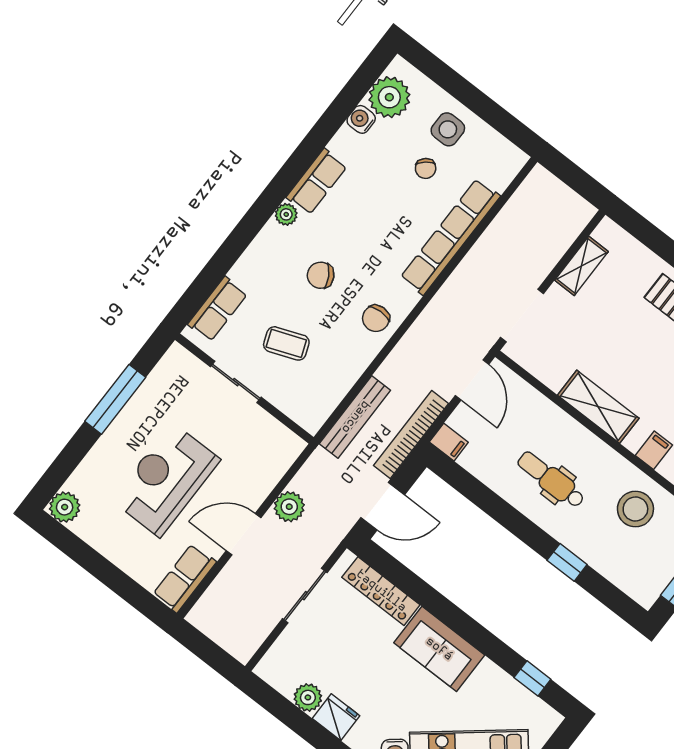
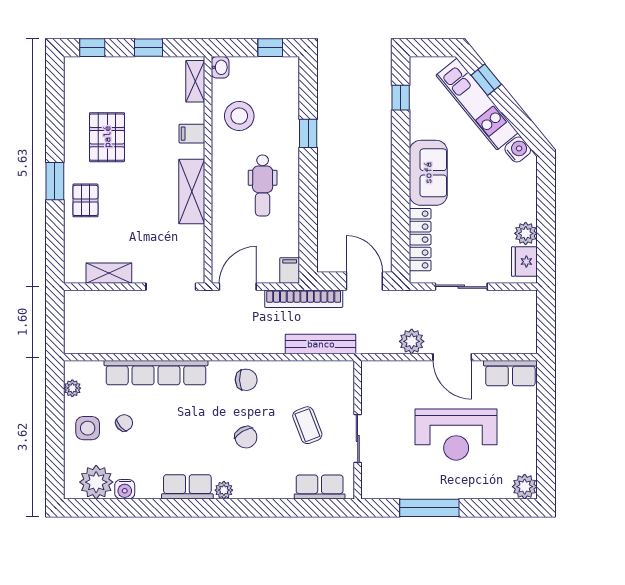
plant: (498, 144) -> (72, 388), added
fridge: (336, 717) -> (524, 262), moved

